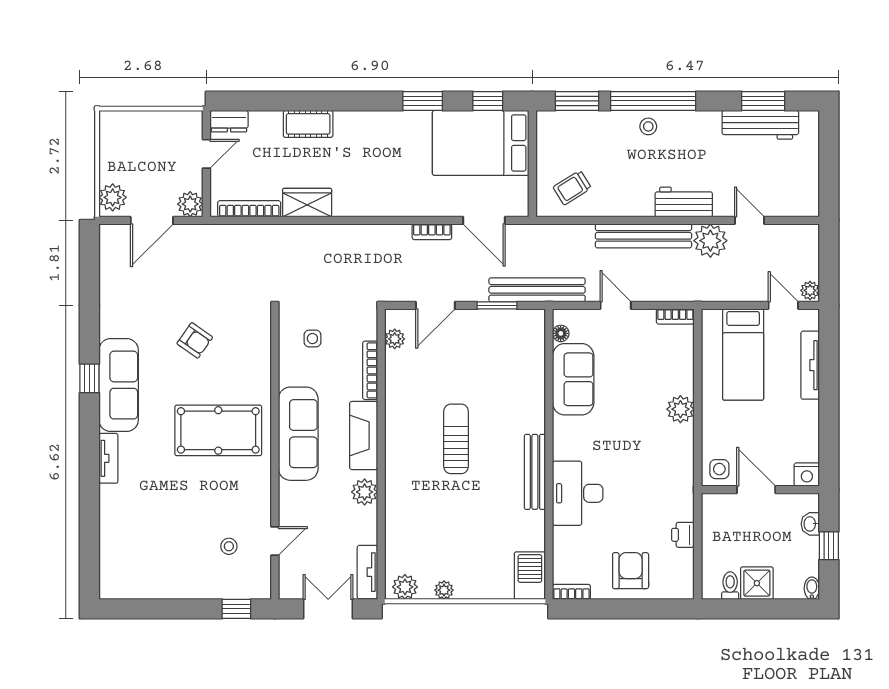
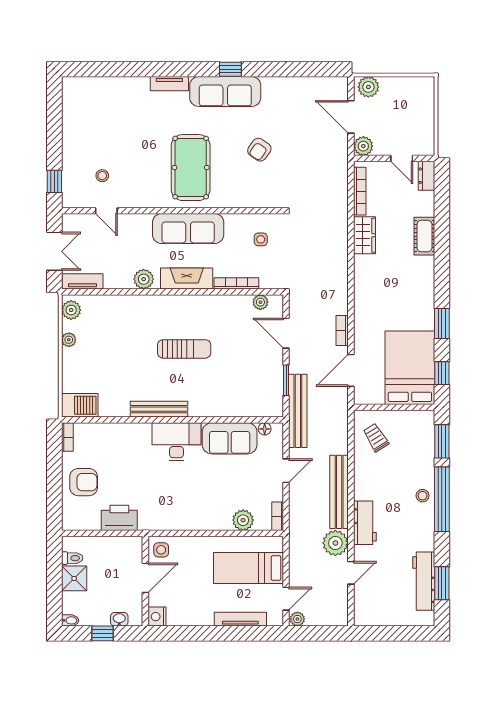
plant: (680, 409) -> (243, 520), moved
desk: (578, 493) -> (176, 442), moved
printer: (683, 535) -> (119, 518), width x1.87, depth x1.48

